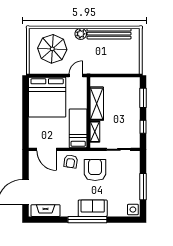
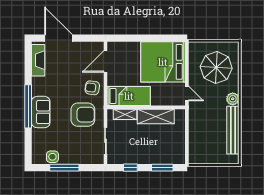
side table: (133, 210) -> (52, 157), moved

